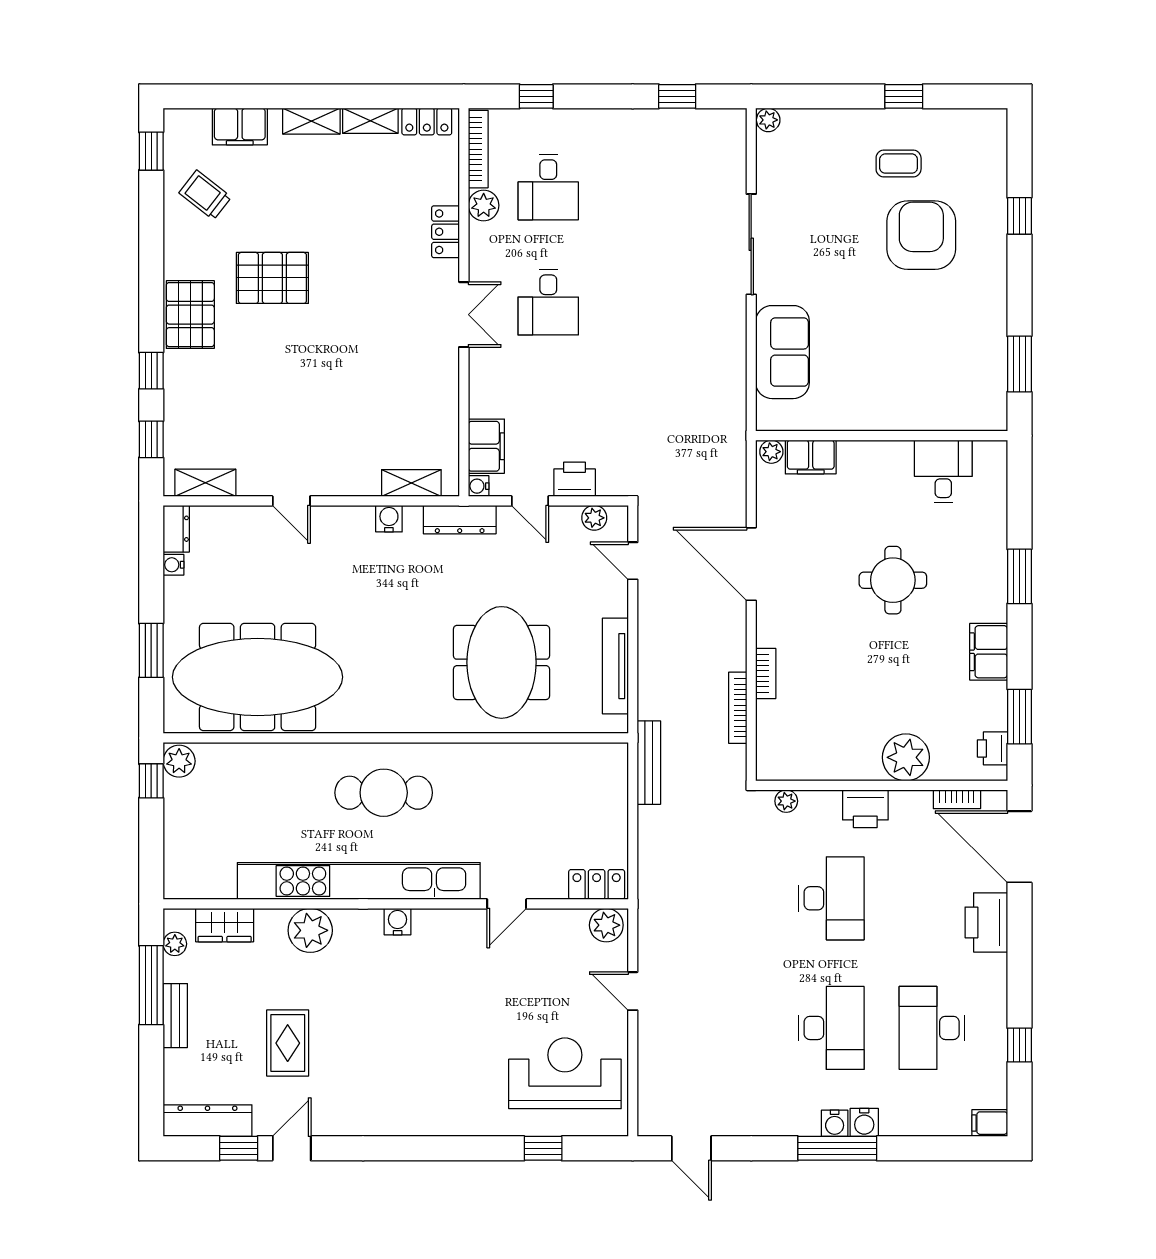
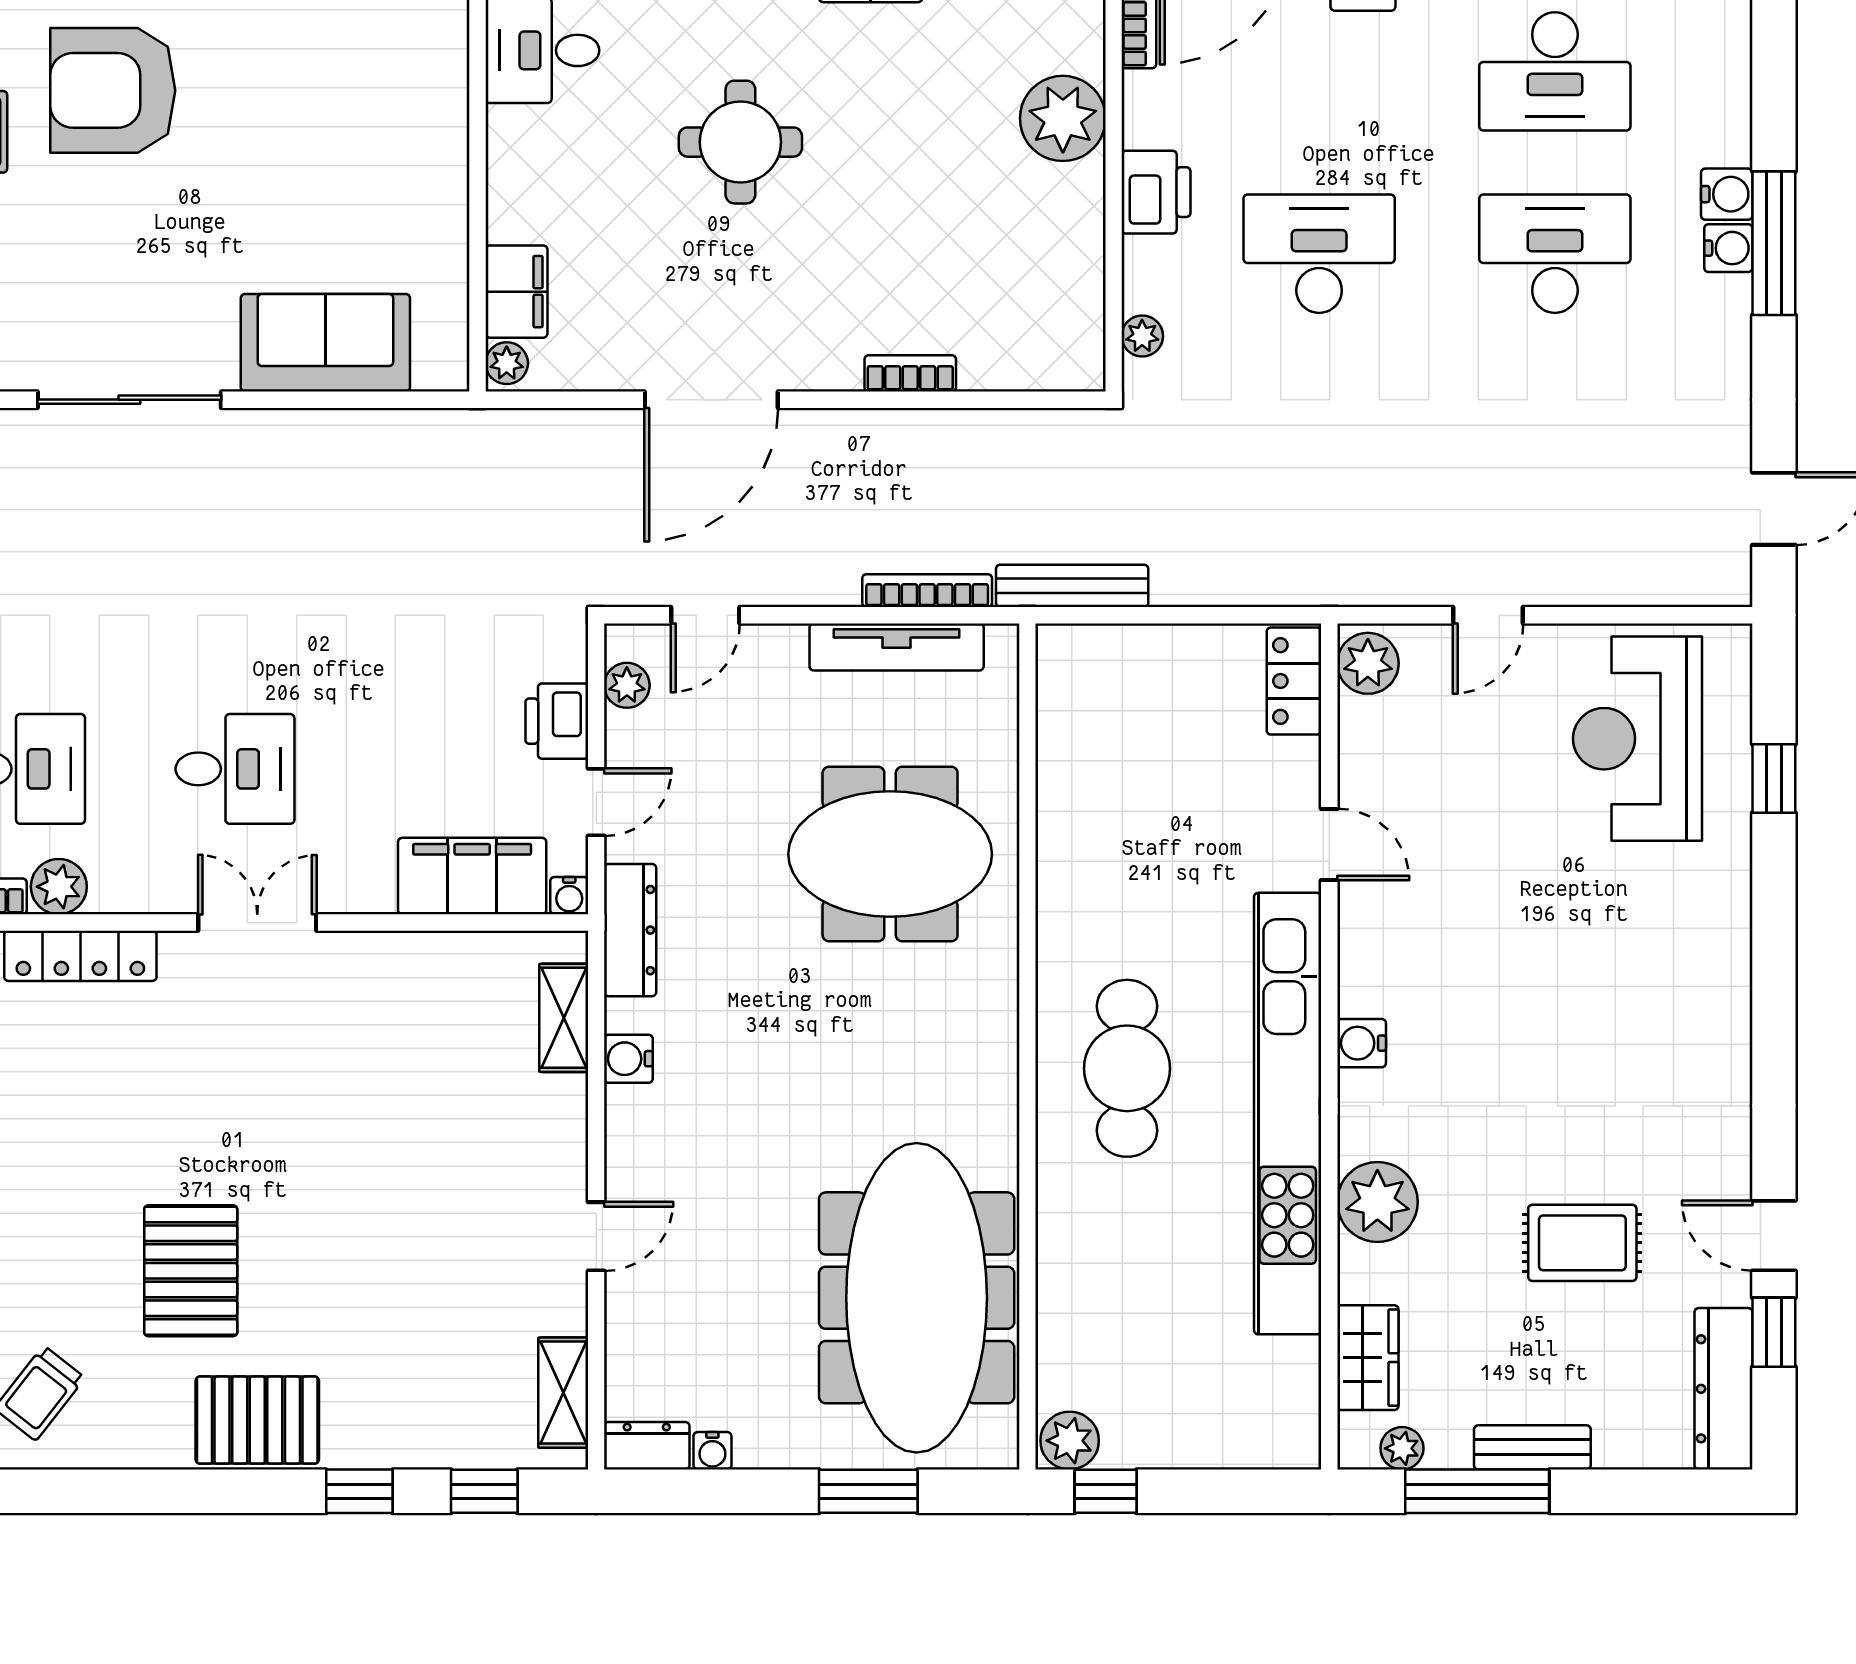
locker: (446, 232) -> (80, 956), width x1.53
filing cabinet: (486, 446) -> (472, 876), width x1.50, depth x1.17
bookcase: (738, 708) -> (927, 591), moved, turned 180

